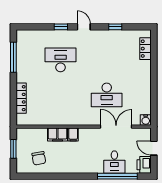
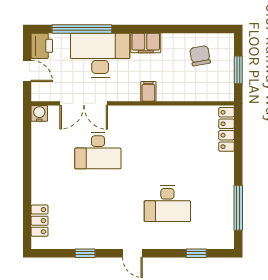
window: (61, 27) -> (196, 253), moved
desk: (107, 95) -> (98, 151), turned 180
locker: (21, 98) -> (227, 129), moved
filing cabinet: (57, 134) -> (146, 43), moved, turned 180
desk: (114, 162) -> (100, 55), width x1.87, depth x1.30

